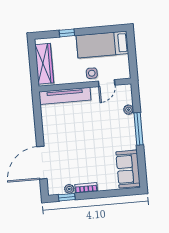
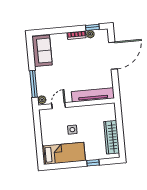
door: (107, 83) -> (59, 106), moved
wall: (85, 85) -> (76, 104), moved
tv unit: (65, 96) -> (93, 95), moved

